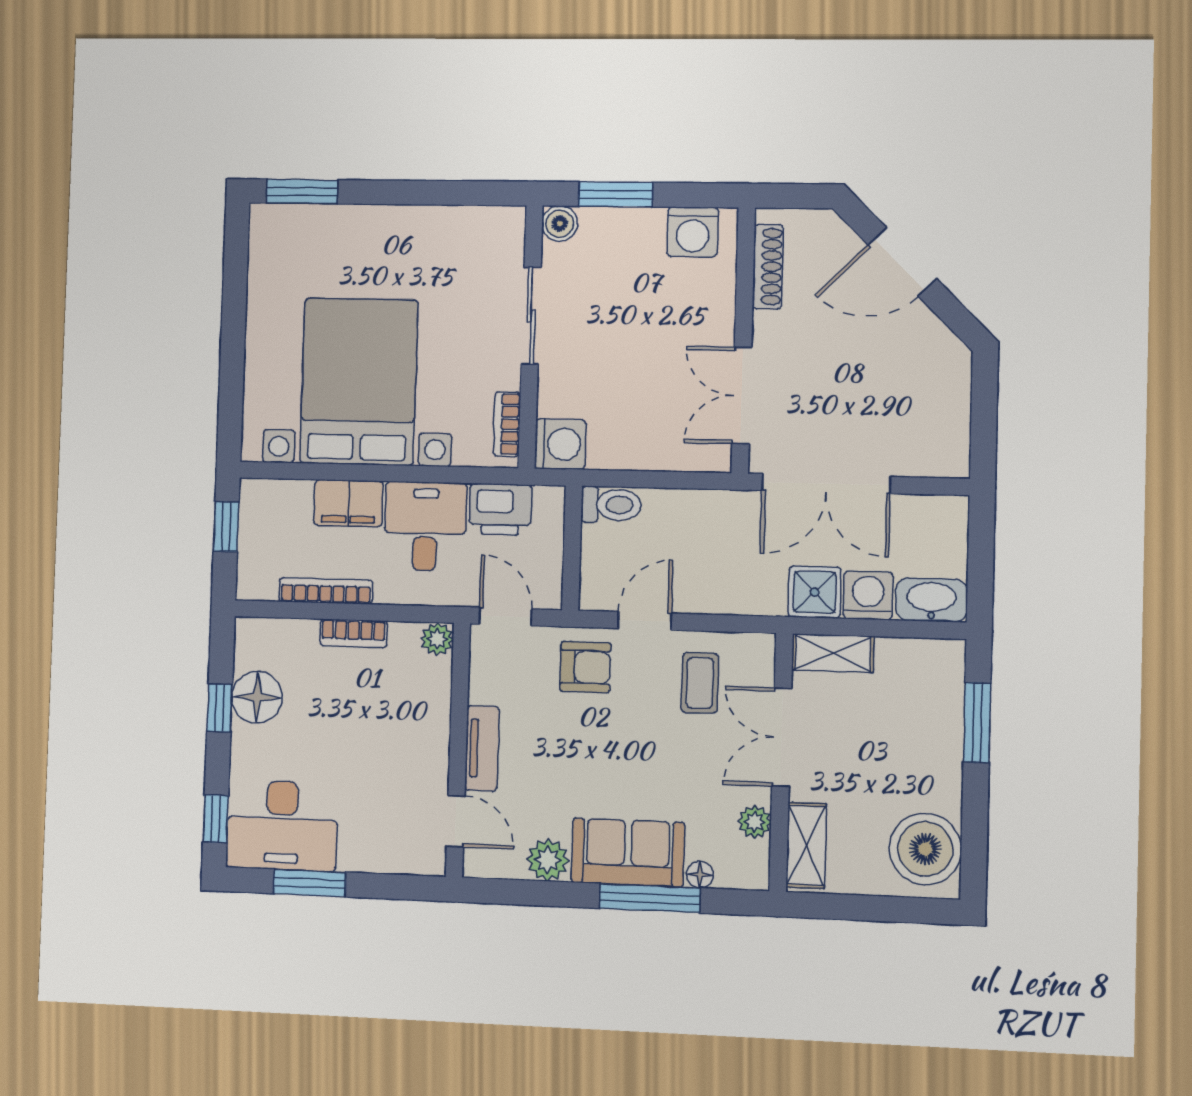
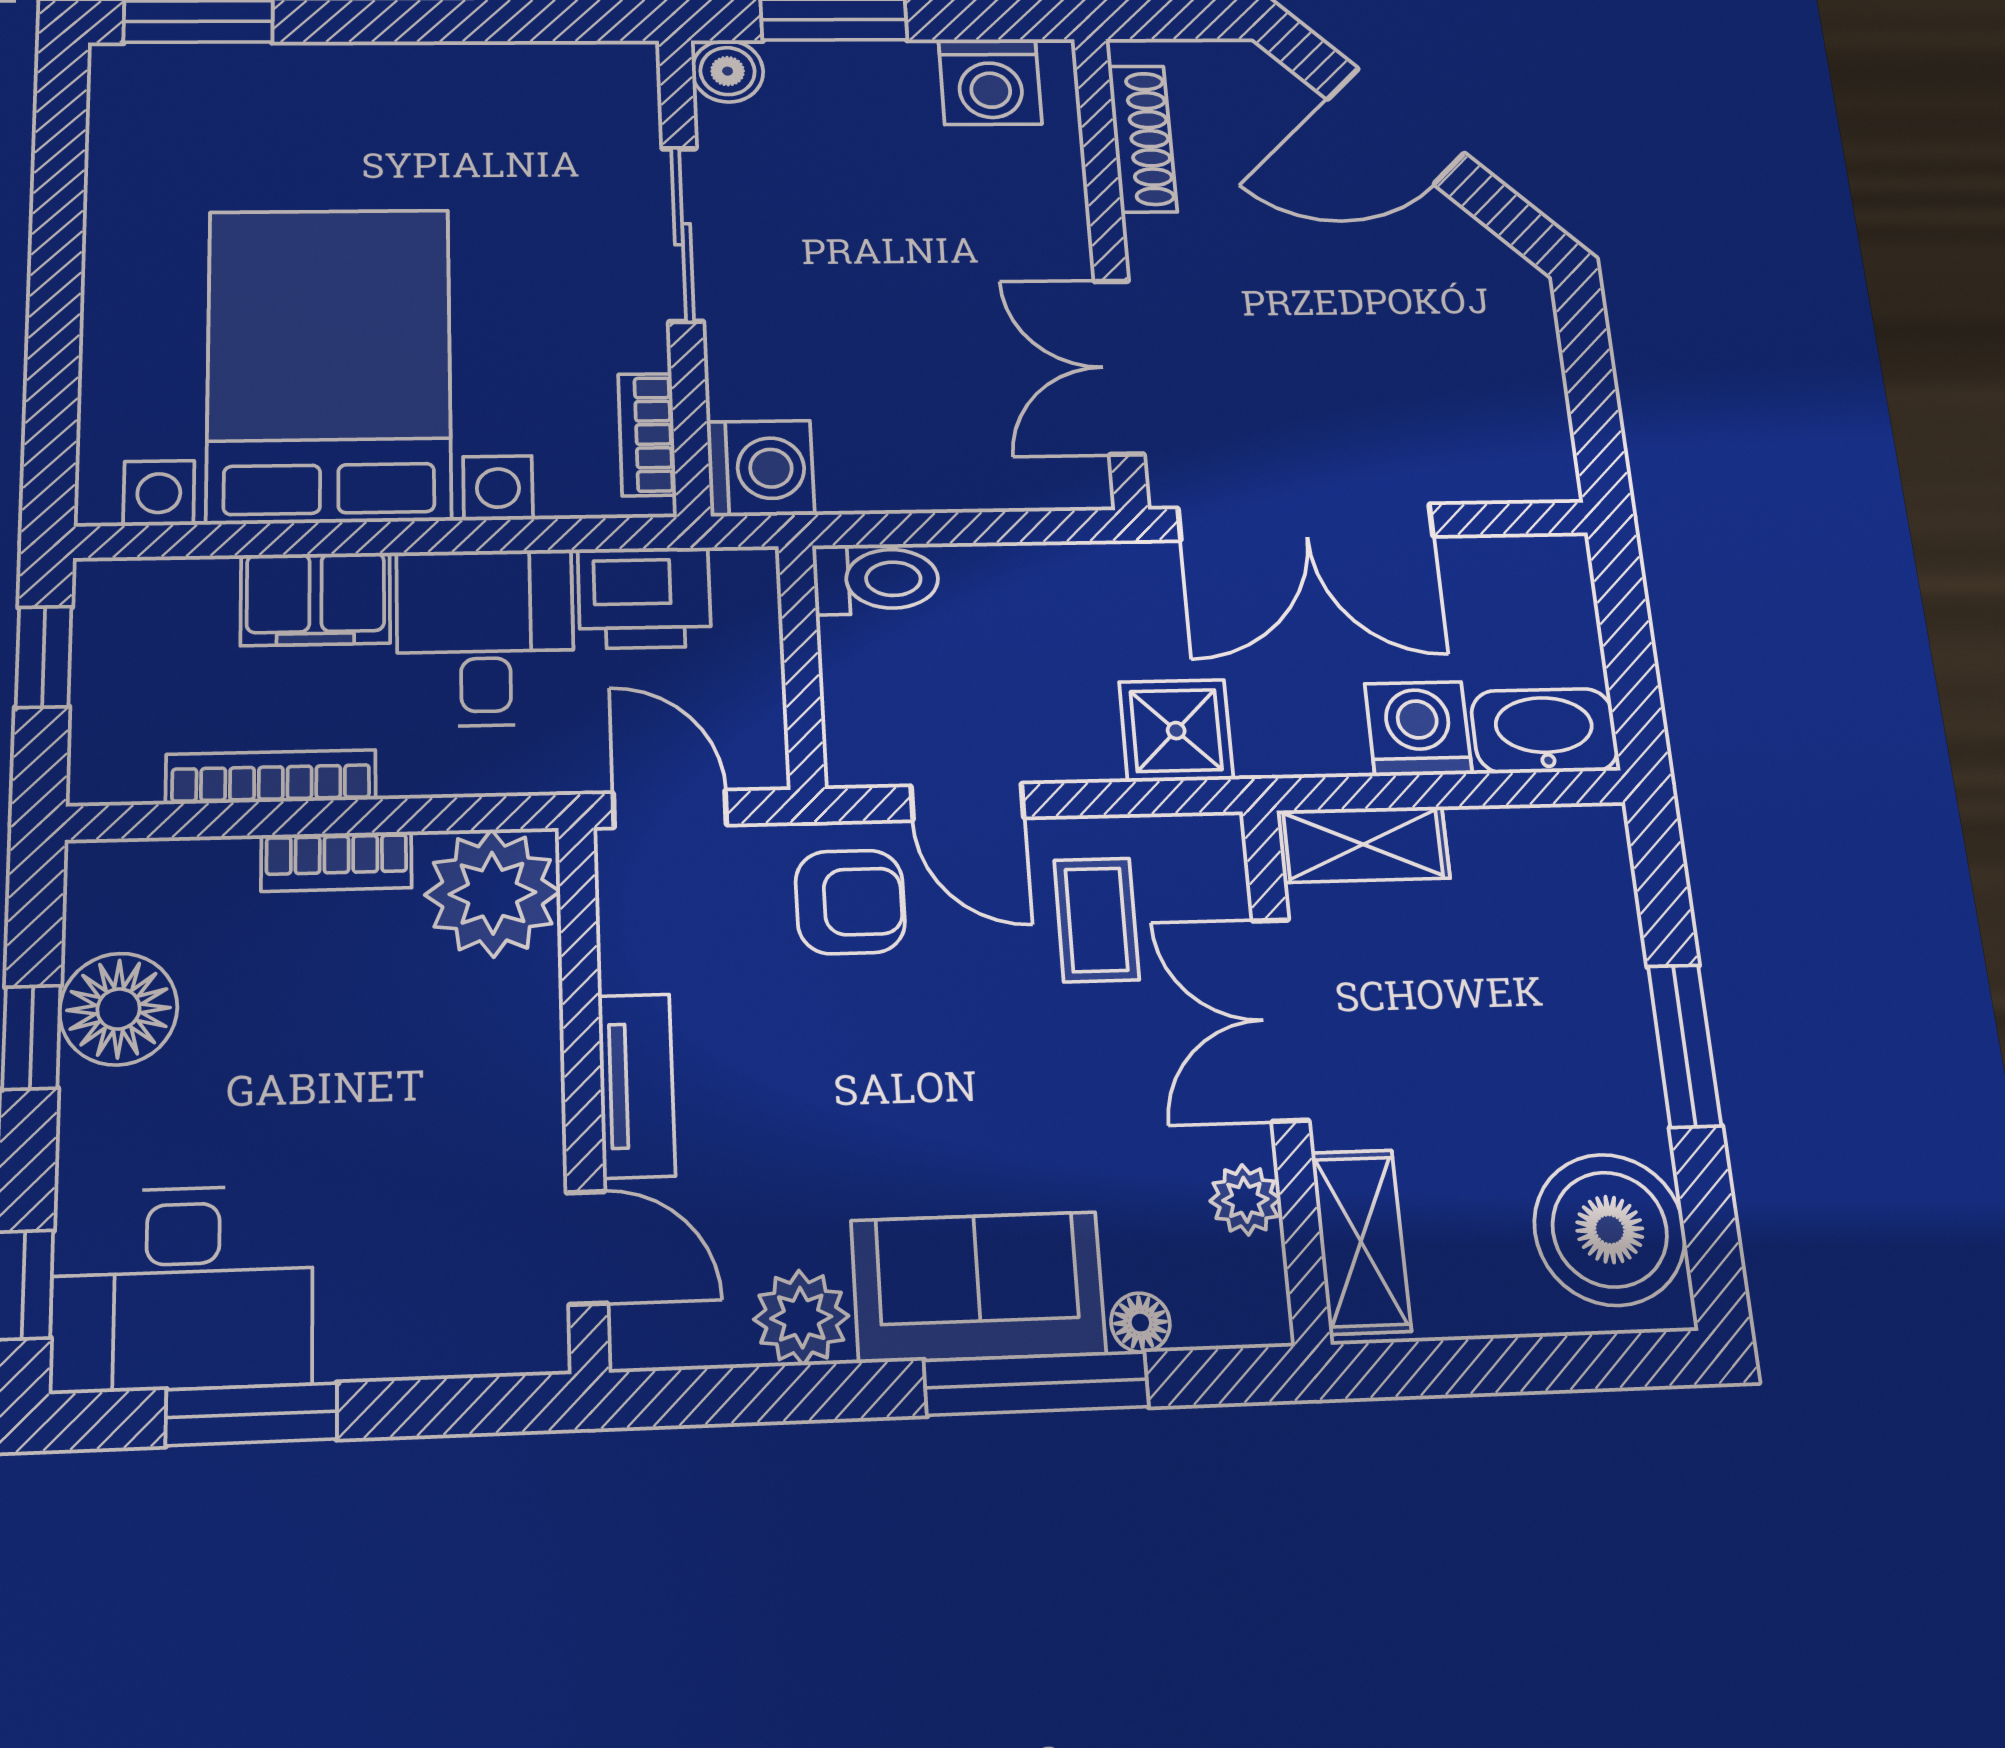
shower: (815, 592) -> (1176, 731), moved
door: (645, 621) -> (967, 802), swing flipped
plant: (437, 639) -> (492, 893), width x1.87, depth x1.87
window: (977, 723) -> (1684, 1046), moved

